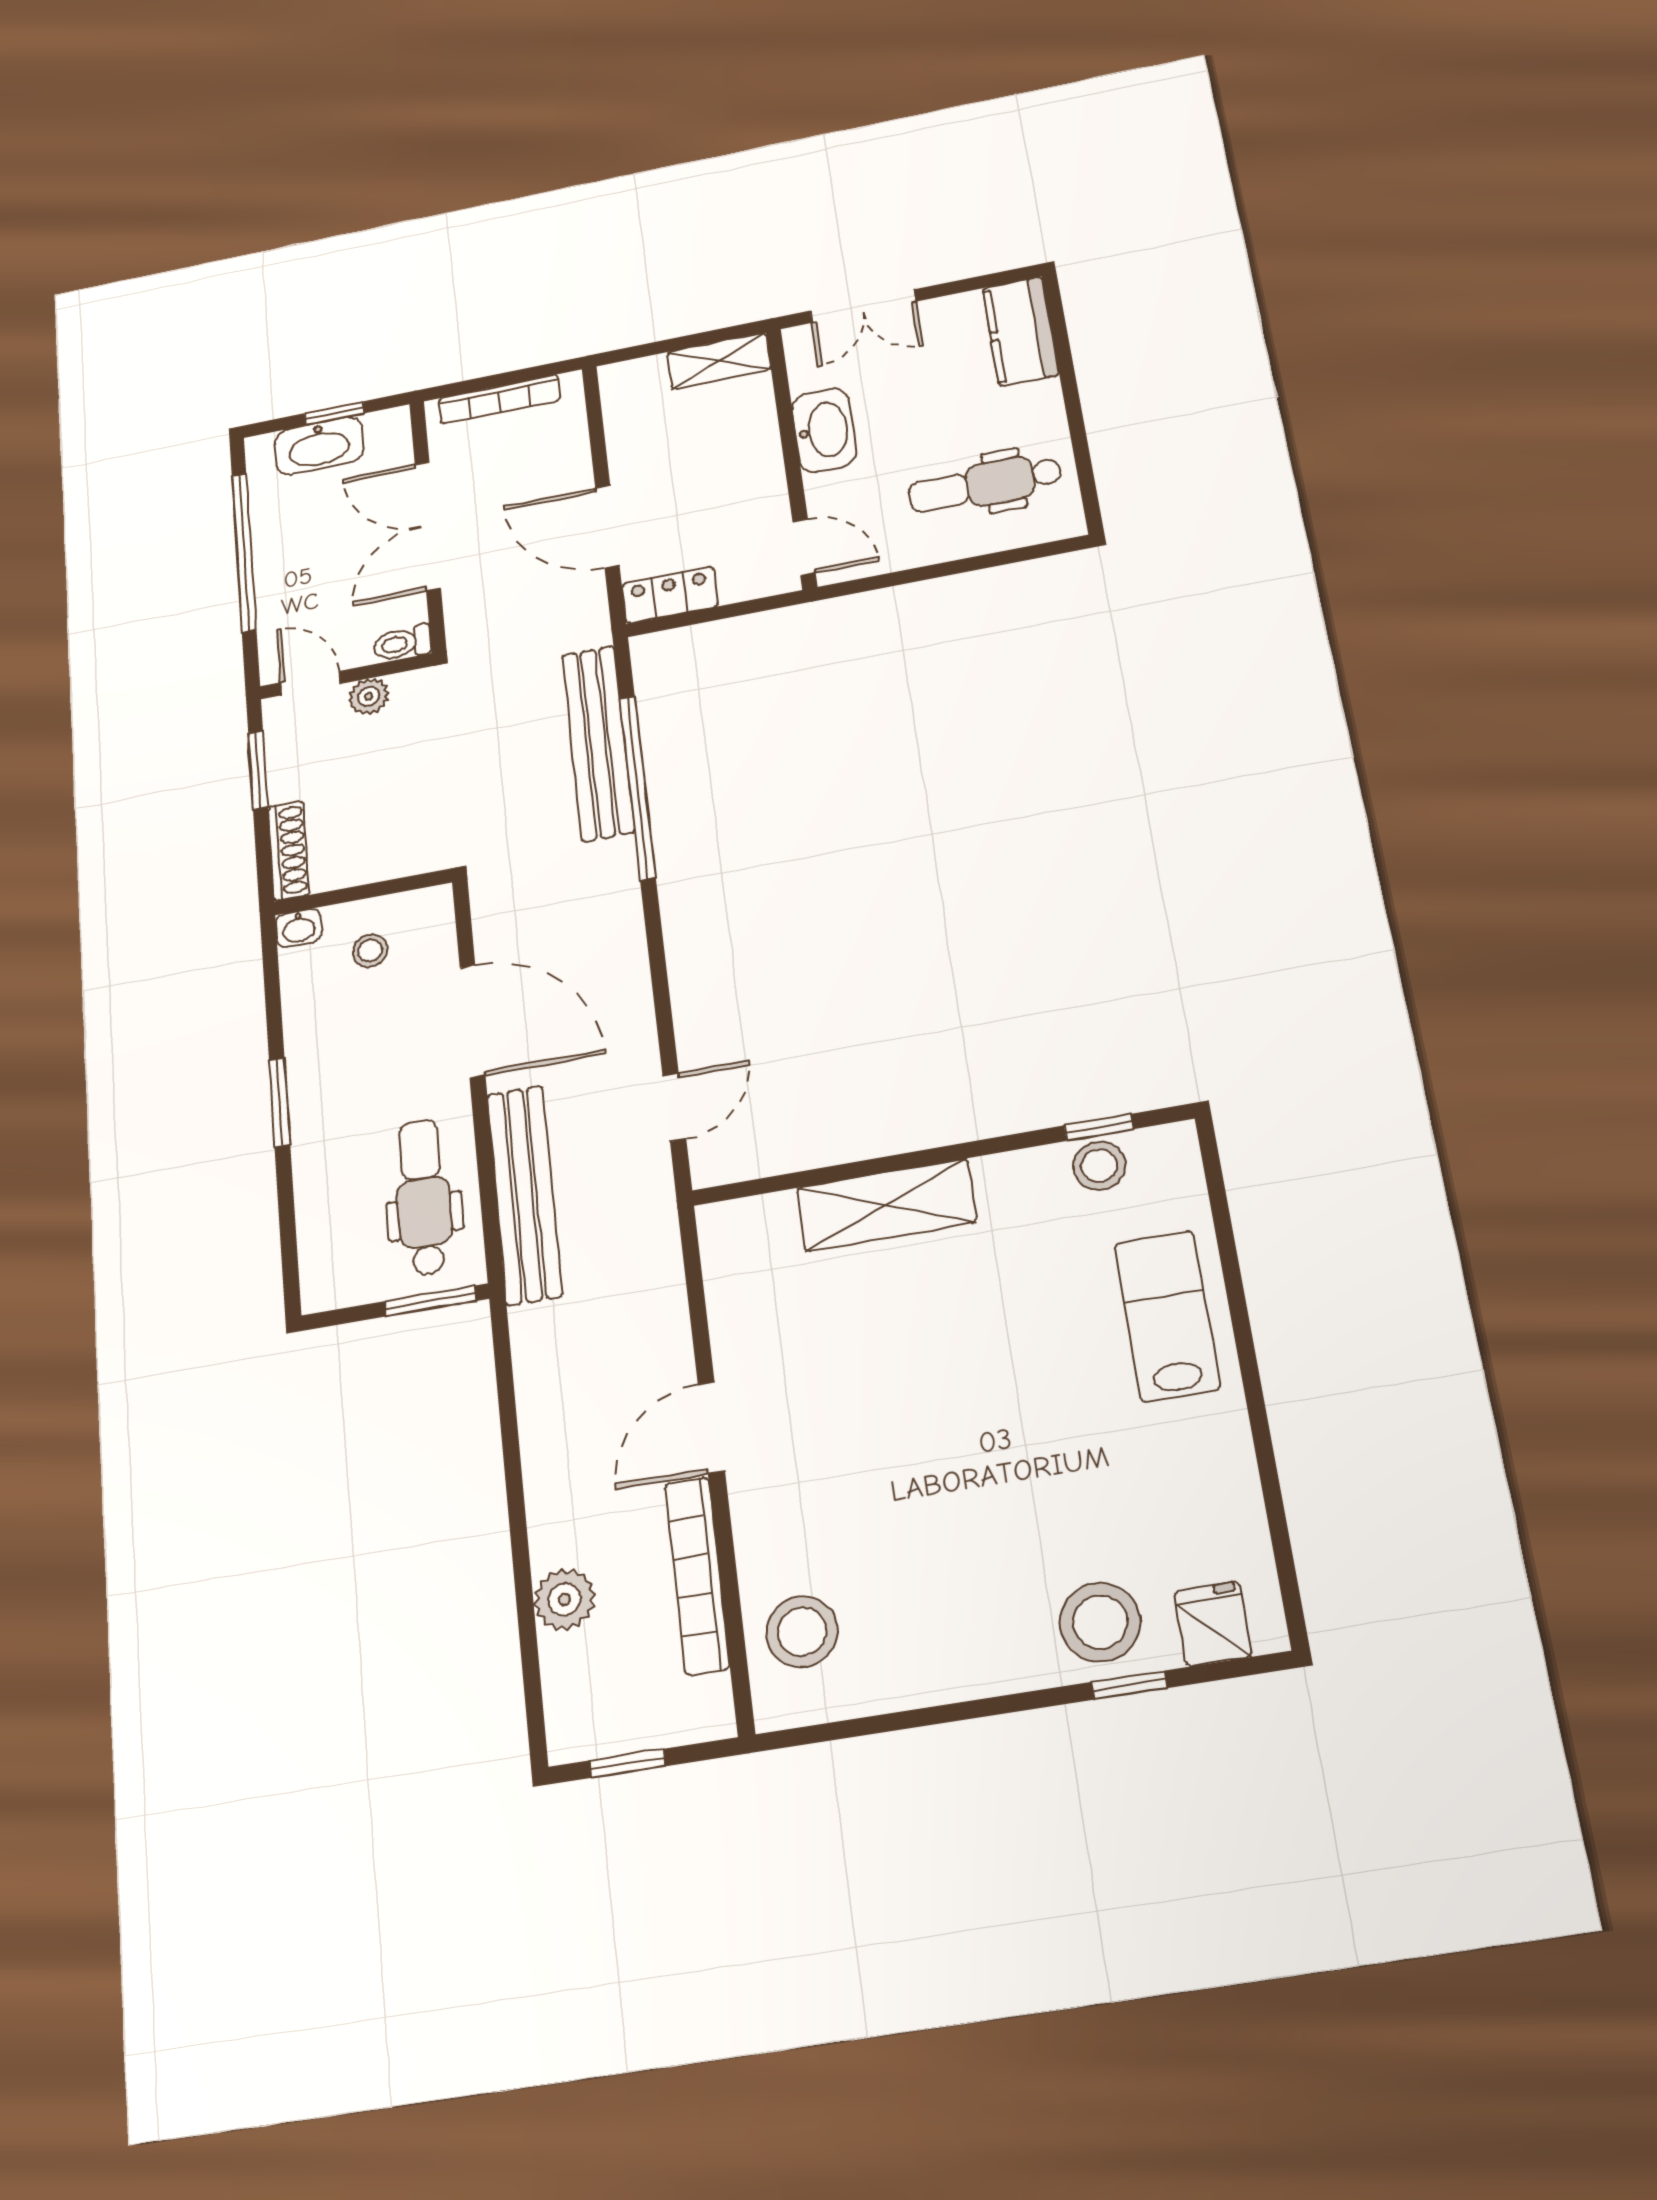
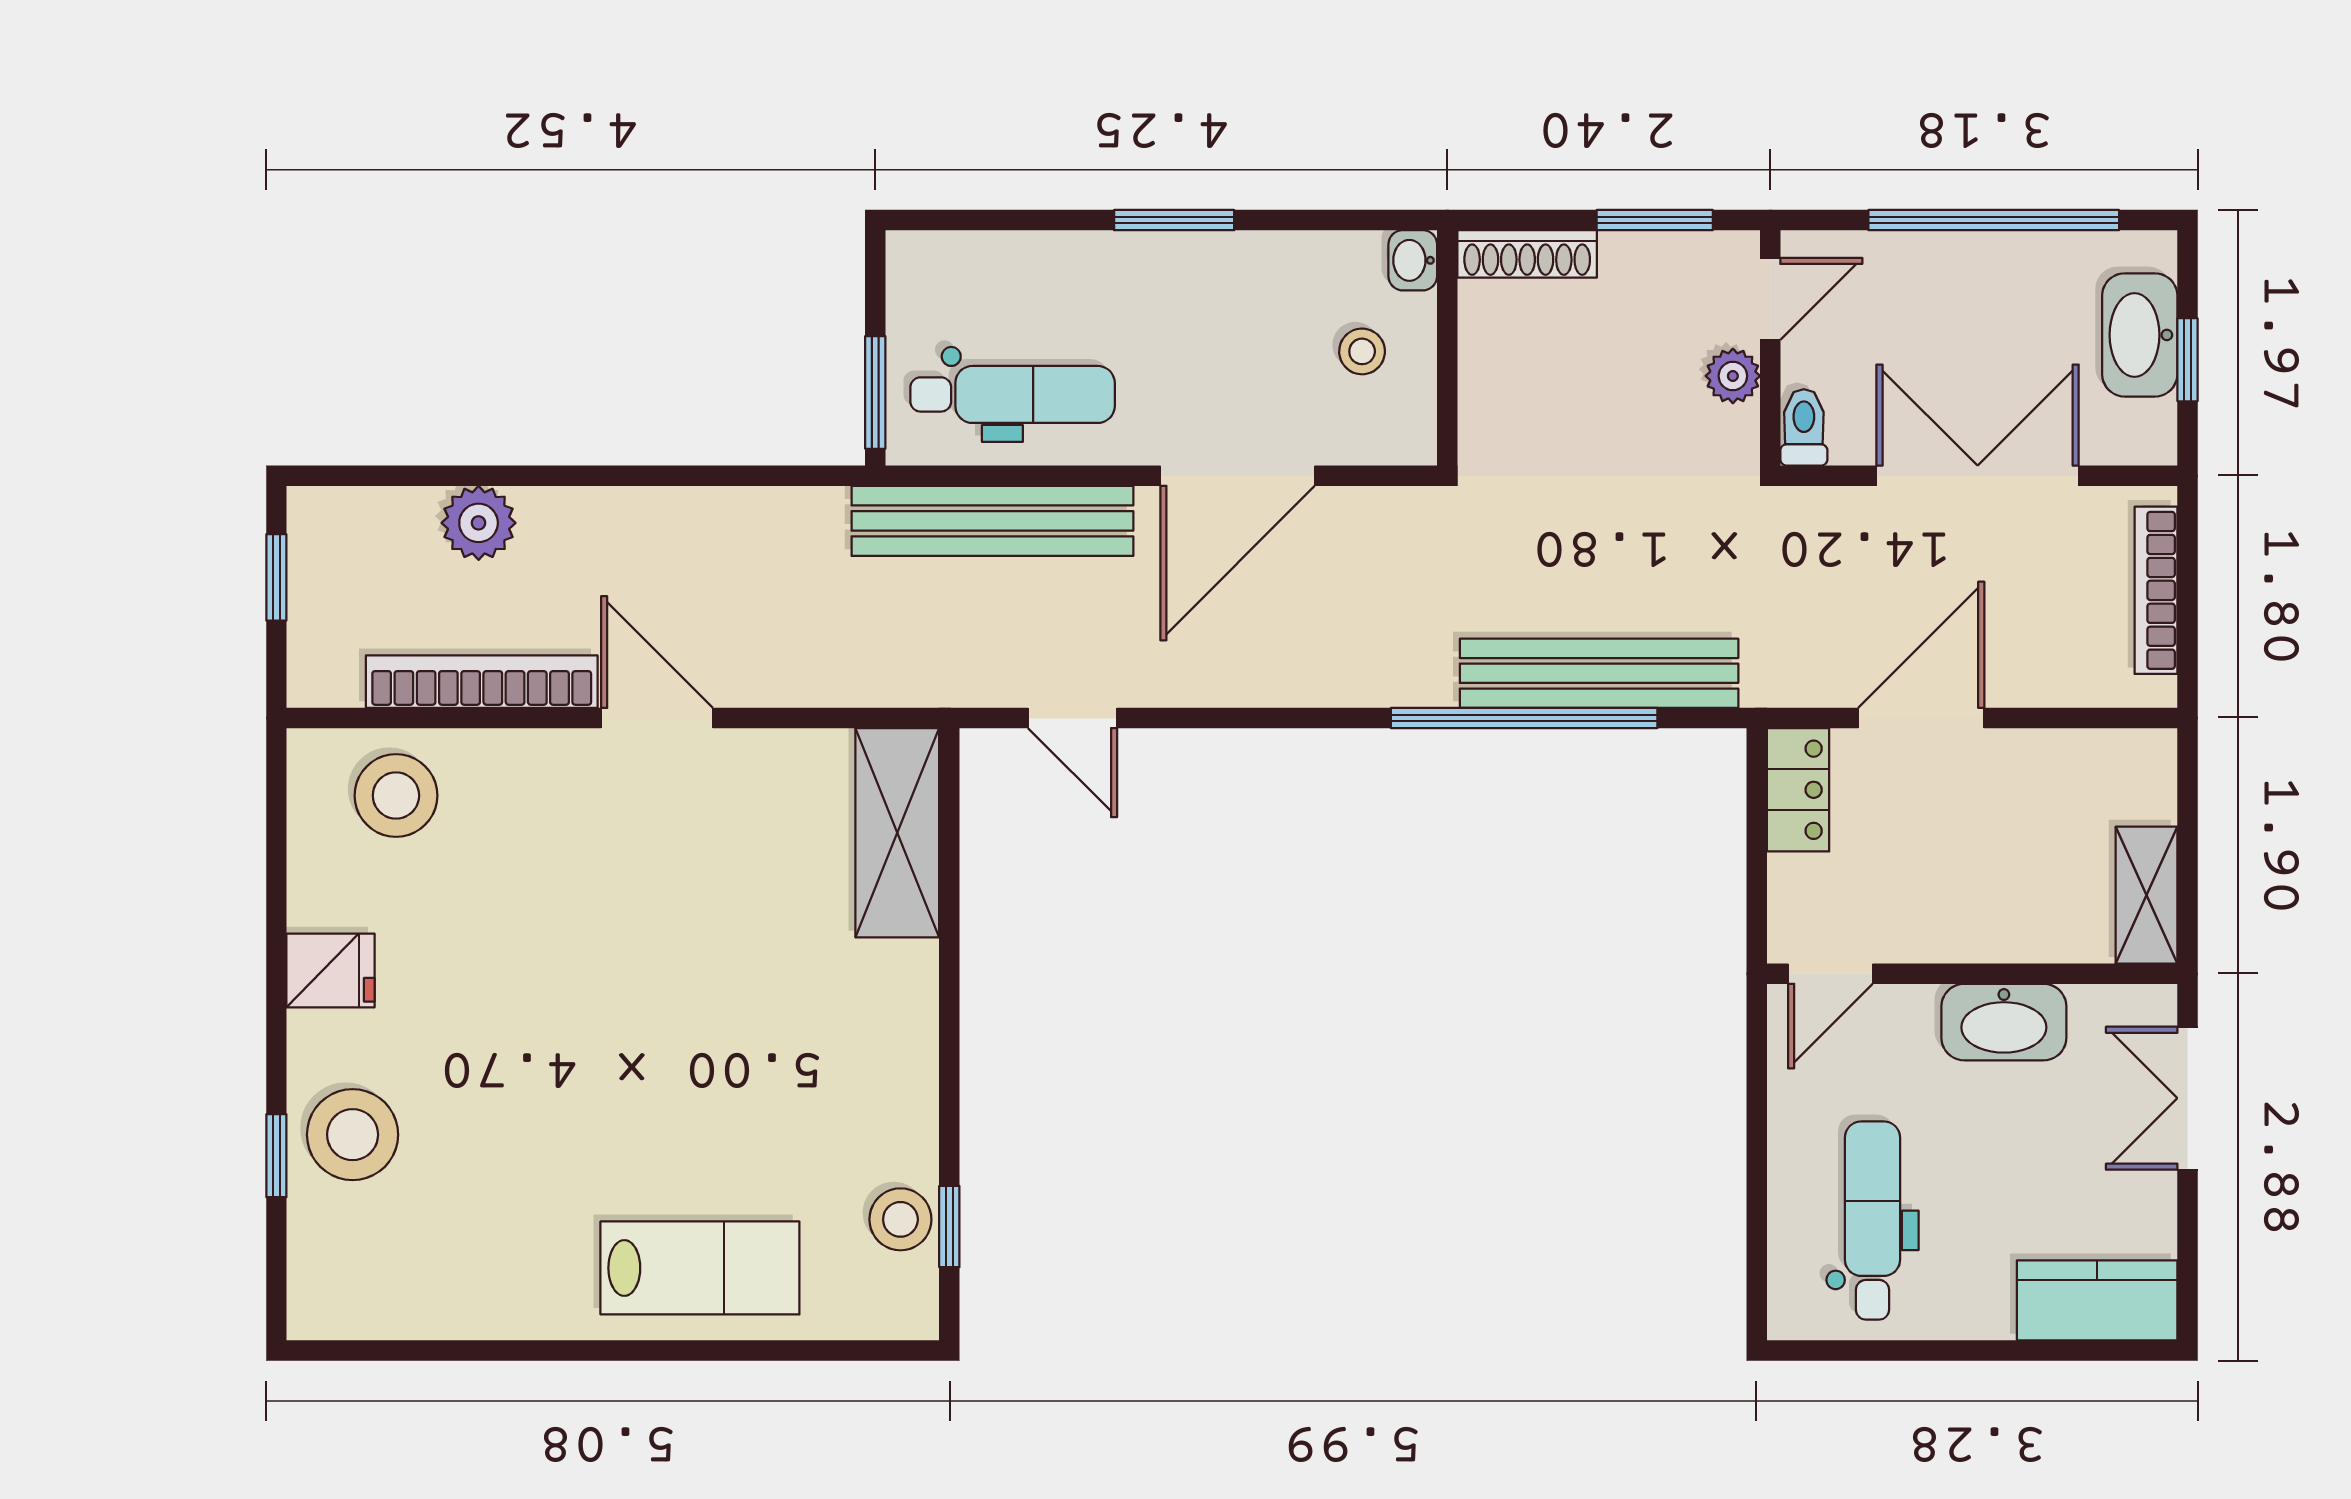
shelving: (886, 1205) -> (897, 833), moved
fridge: (1213, 1624) -> (331, 971), moved

